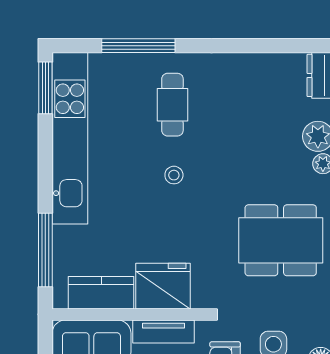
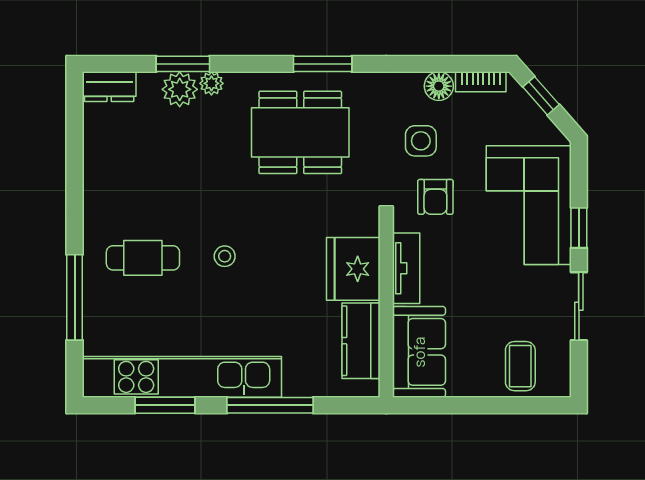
window: (45, 88) -> (165, 405), moved
dining table: (281, 240) -> (300, 132), turned 90
window: (45, 250) -> (270, 405), moved

